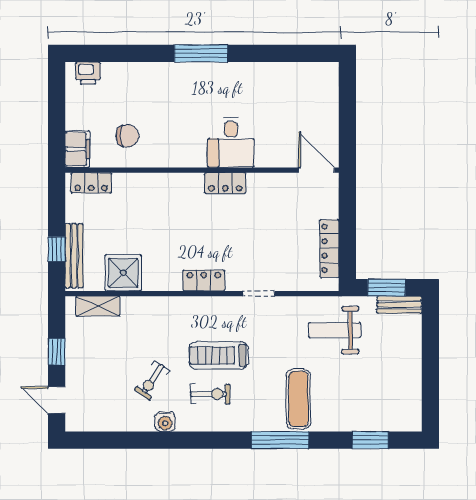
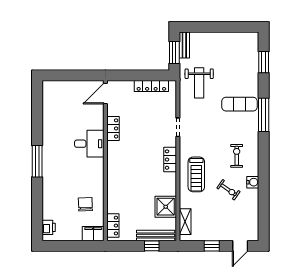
locker: (225, 183) -> (113, 128), moved
treadmill: (219, 355) -> (196, 174), moved

